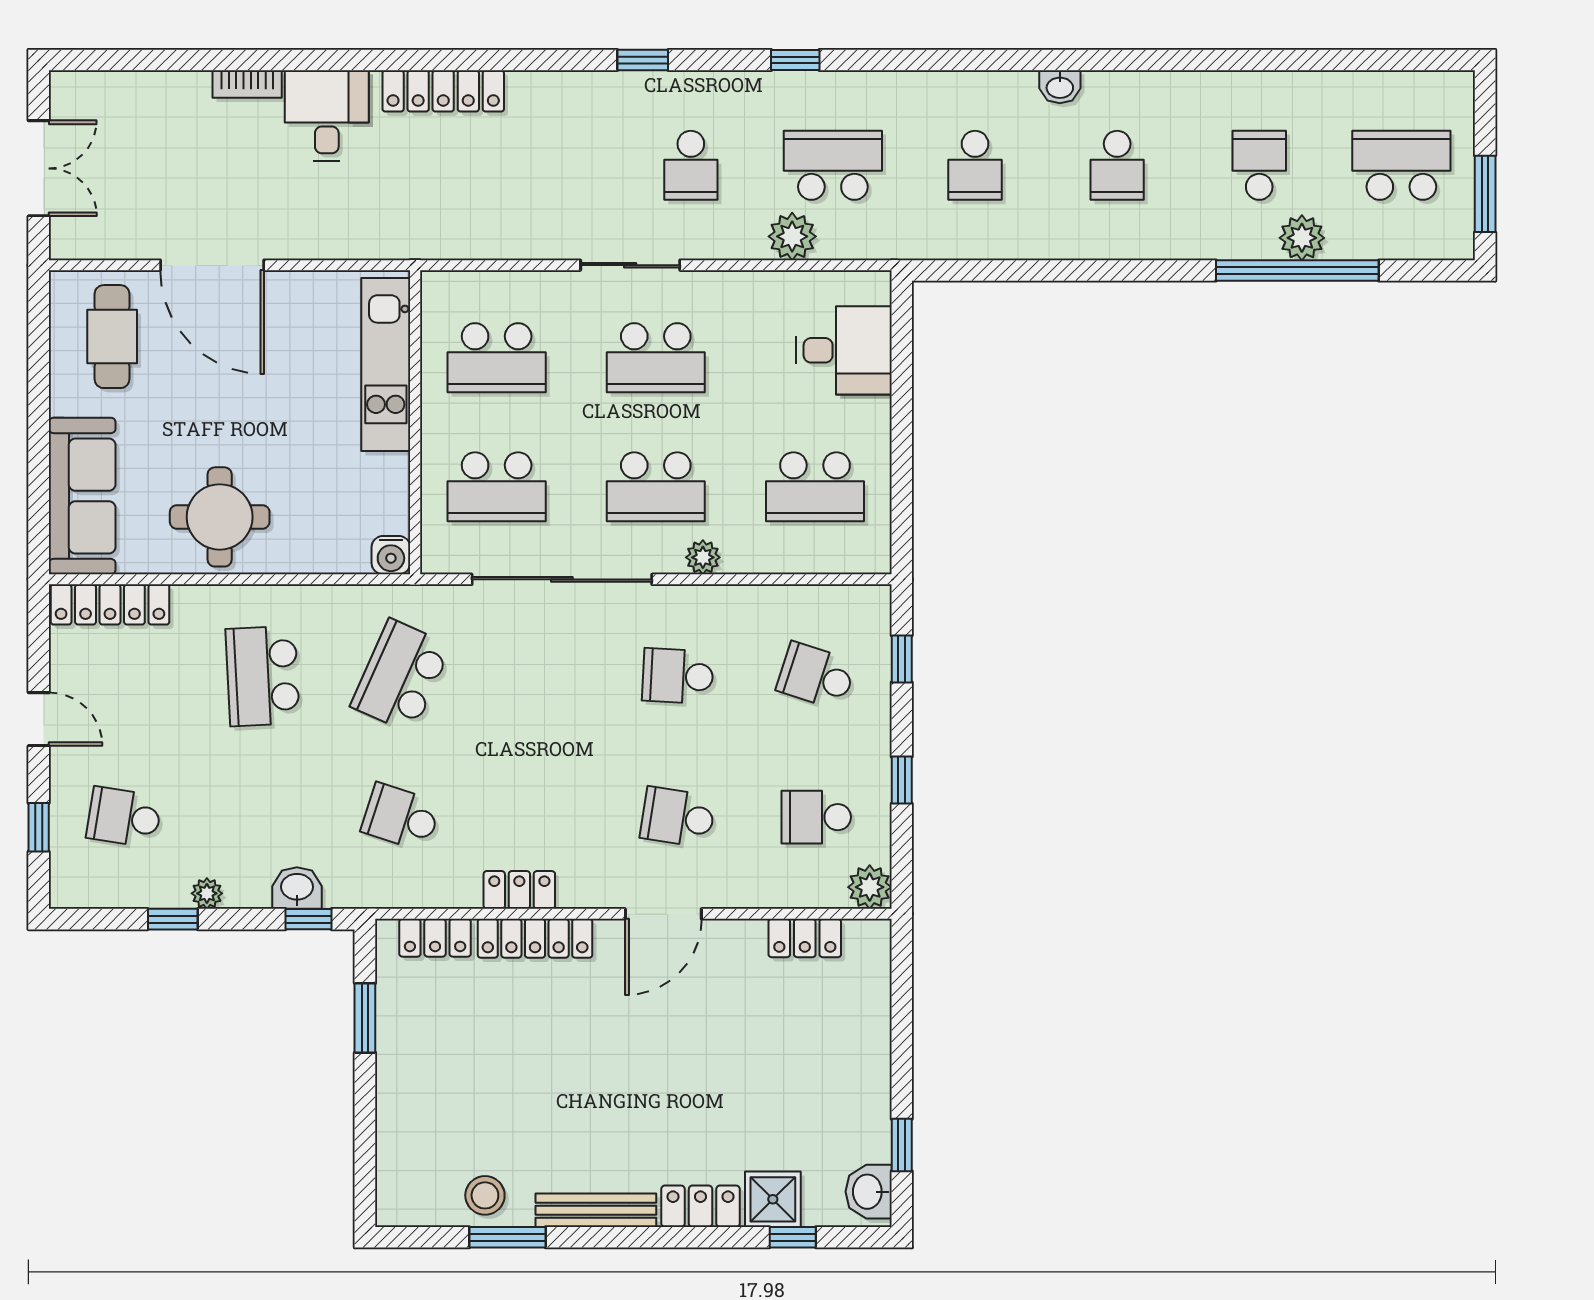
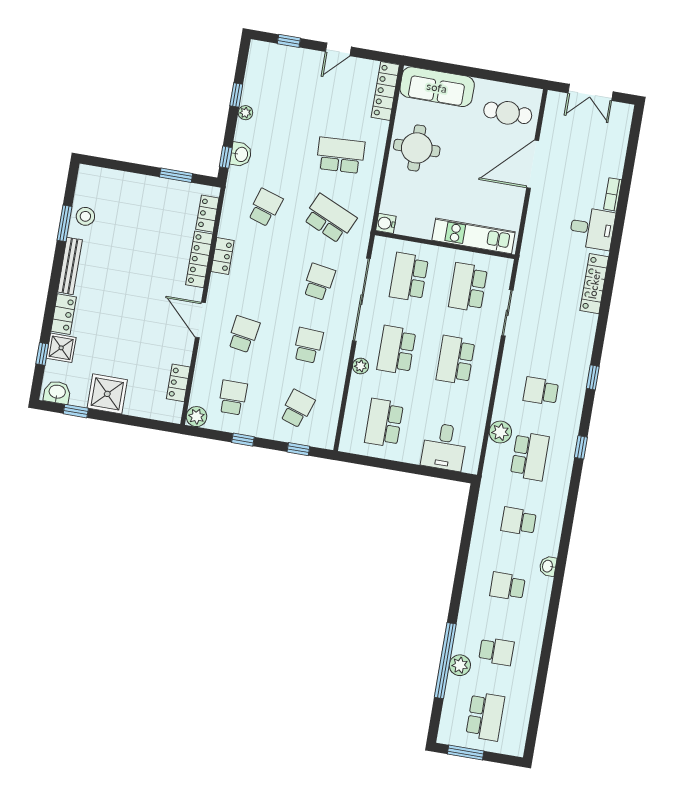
sliding door: (630, 265) -> (507, 313), moved
school desk: (124, 817) -> (319, 282), moved
shower: (854, 1085) -> (107, 394), added

